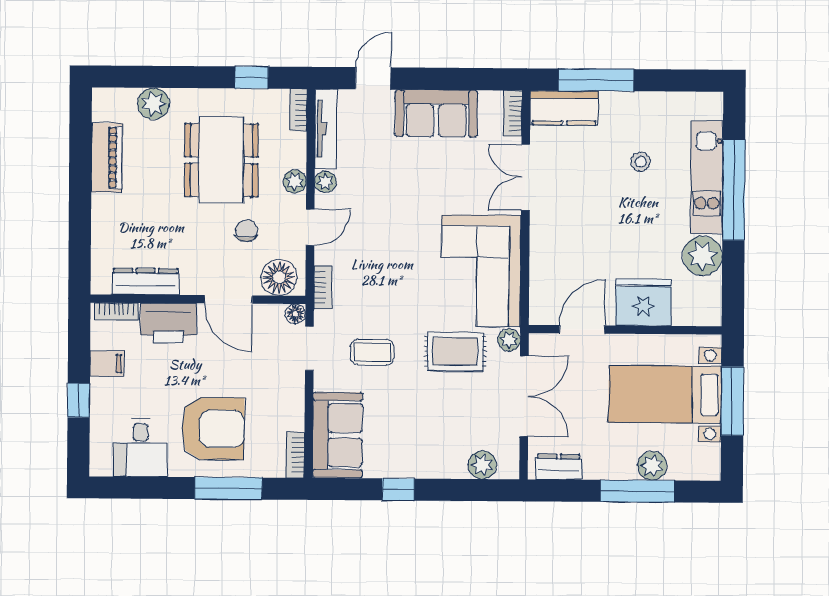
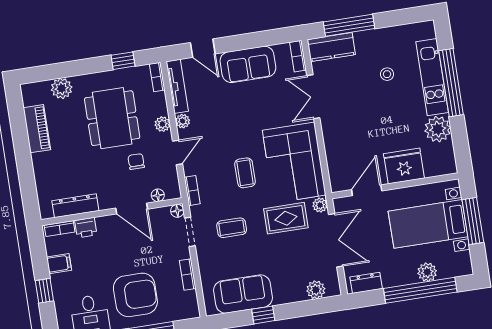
door: (373, 78) -> (203, 48), swing flipped
coffee table: (406, 274) -> (245, 173), added
floor lamp: (279, 277) -> (158, 195), width x0.53, depth x0.53
printer: (168, 323) -> (86, 228), width x0.53, depth x0.68
sofa: (338, 435) -> (243, 294), moved, turned -90
bookcase: (295, 455) -> (188, 274), moved
window: (637, 491) -> (420, 290), width x1.46

